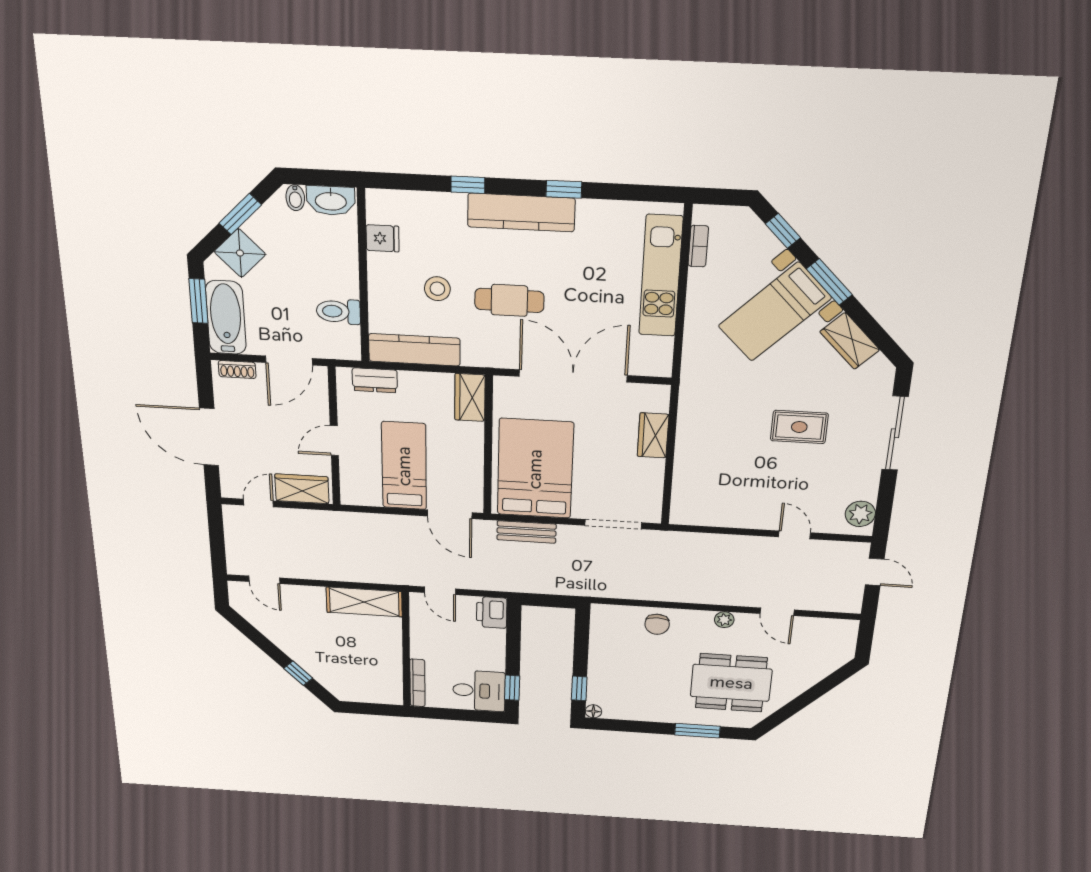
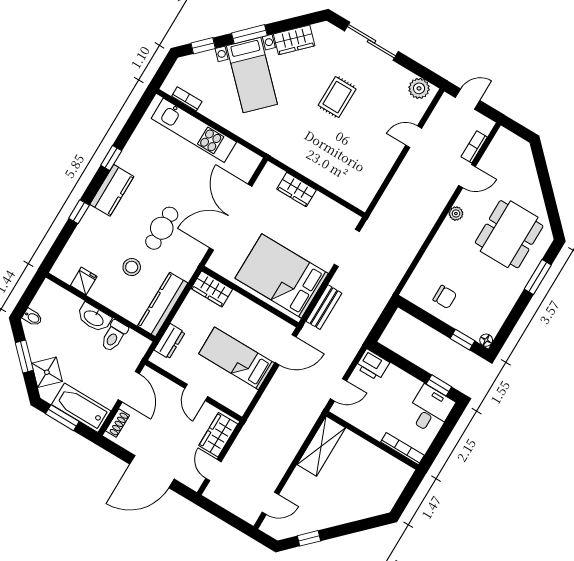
washbasin: (331, 201) -> (94, 318), moved, turned 90
kitchen counter: (521, 213) -> (112, 190), width x0.67
bookcase: (818, 604) -> (474, 147), added
chair: (657, 624) -> (445, 297), moved
window: (298, 673) -> (309, 538), moved

